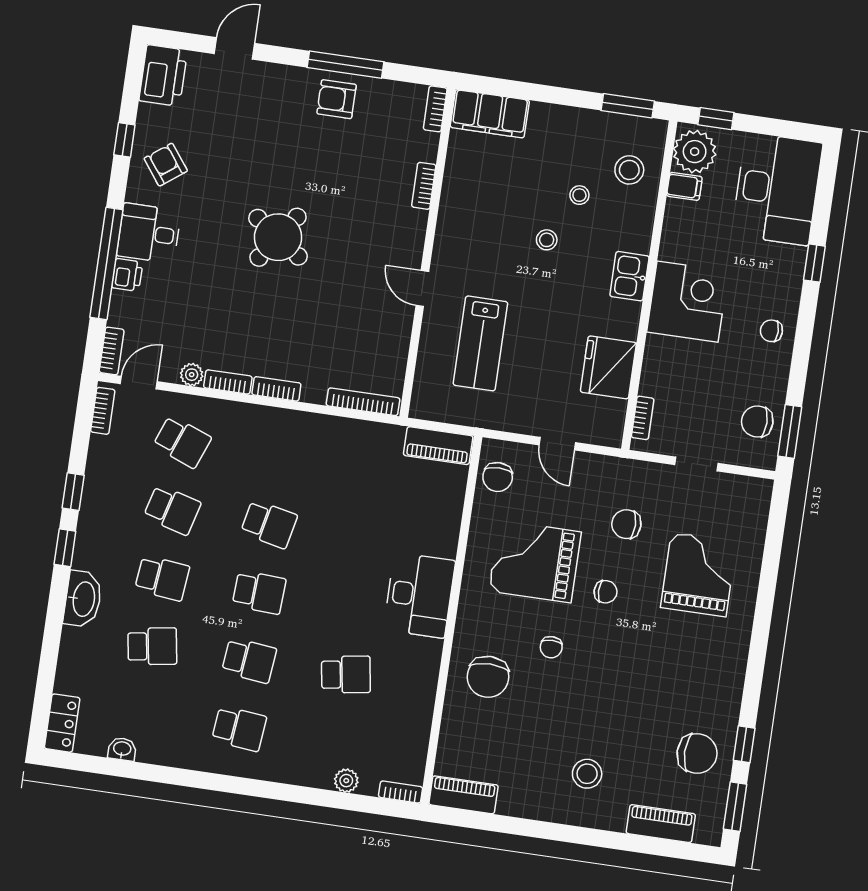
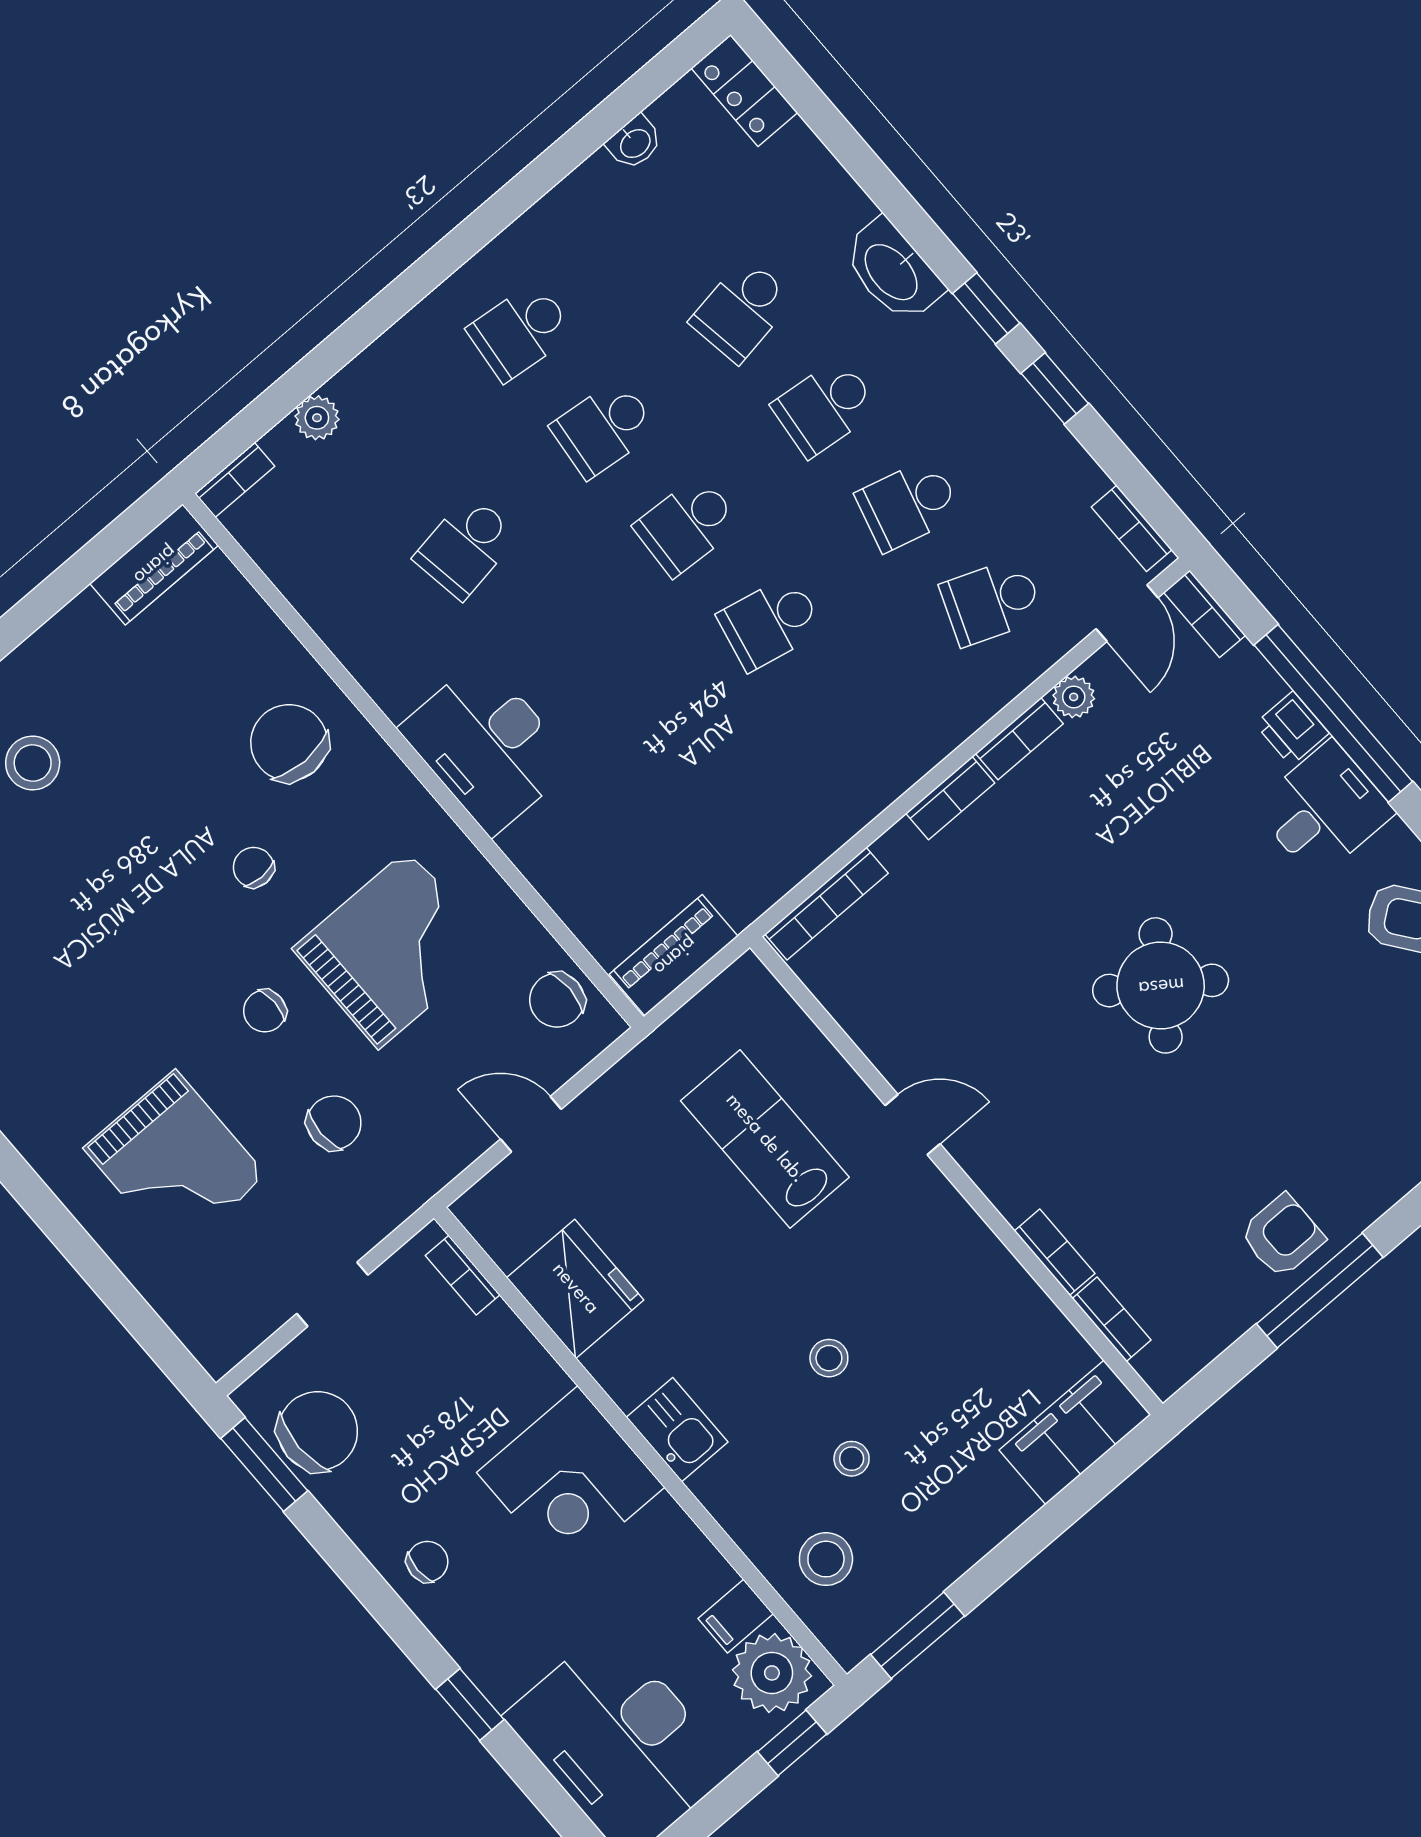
bookcase: (435, 109) -> (1112, 1319), moved
chair: (757, 421) -> (318, 1431), width x1.37, depth x1.37
chair: (498, 477) -> (557, 1000), turned -90

